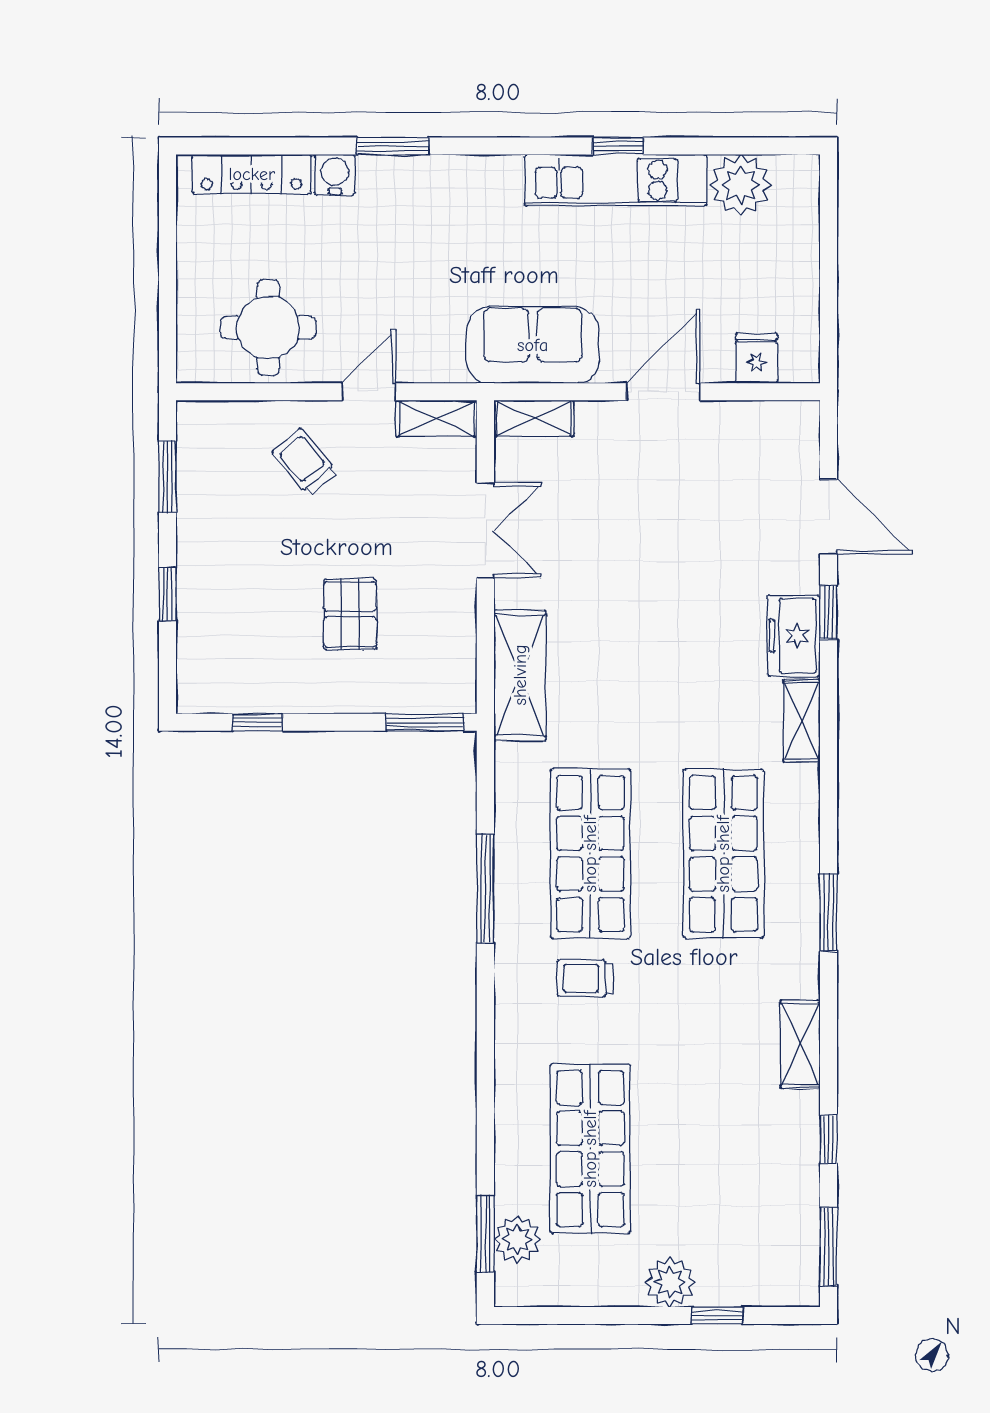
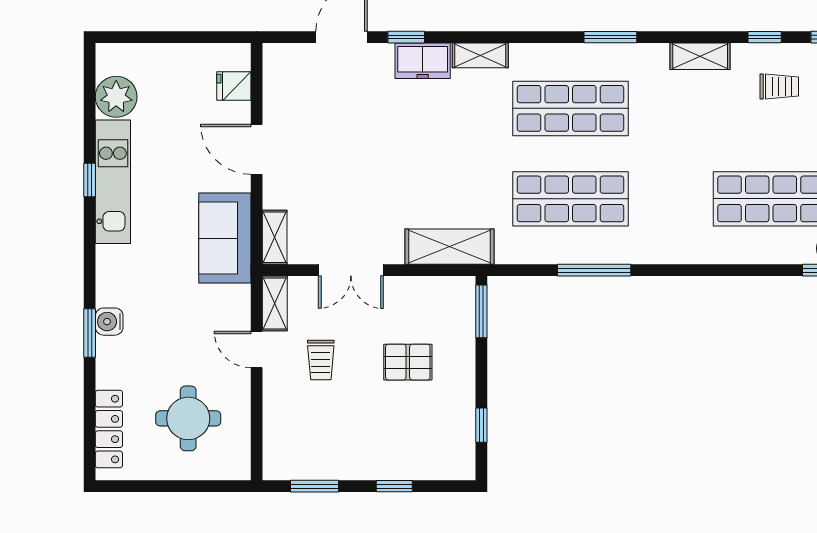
water cooler: (335, 175) -> (109, 322), moved
round table: (268, 327) -> (188, 418), moved
trolley: (305, 462) -> (321, 360), moved, turned -50
double door: (485, 530) -> (351, 270), swing flipped
trolley: (585, 978) -> (779, 87), moved, turned -90

